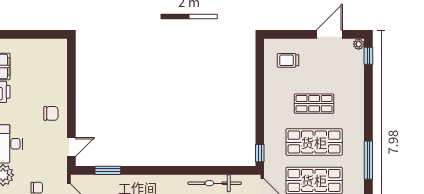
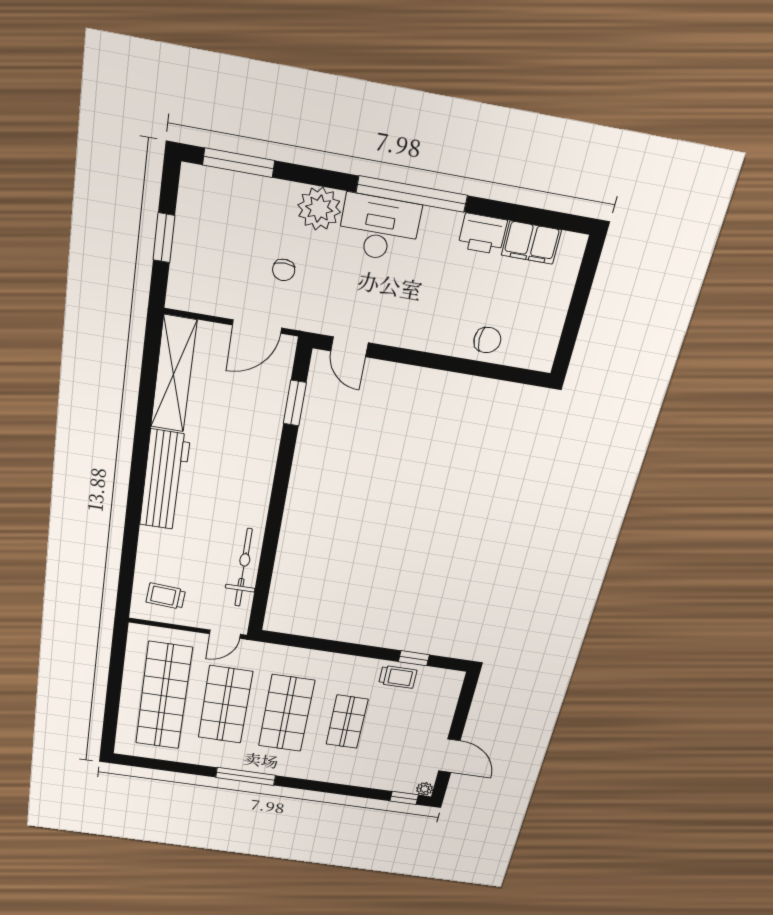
trolley: (288, 60) -> (398, 677), moved, turned 90
chair: (51, 113) -> (487, 340), moved, turned -90
window: (260, 153) -> (414, 658), moved

